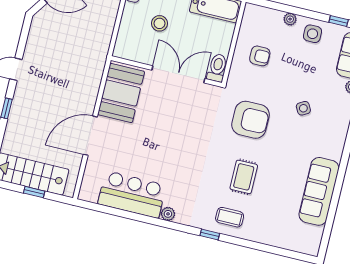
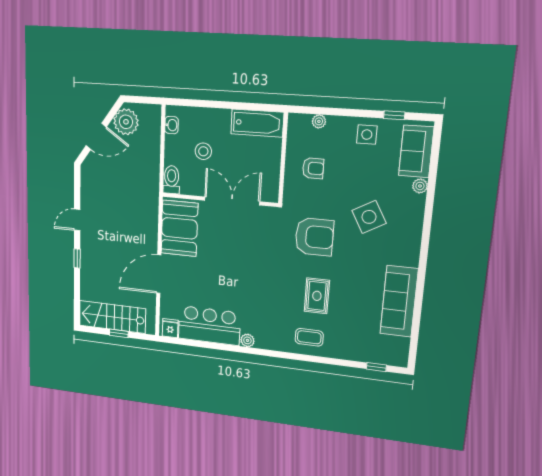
plant: (290, 19) -> (319, 121), moved
toilet: (217, 68) -> (171, 180), moved
side table: (303, 108) -> (369, 217), width x1.87, depth x1.87
fridge: (91, 193) -> (170, 328), added
window: (210, 235) -> (376, 367), moved

